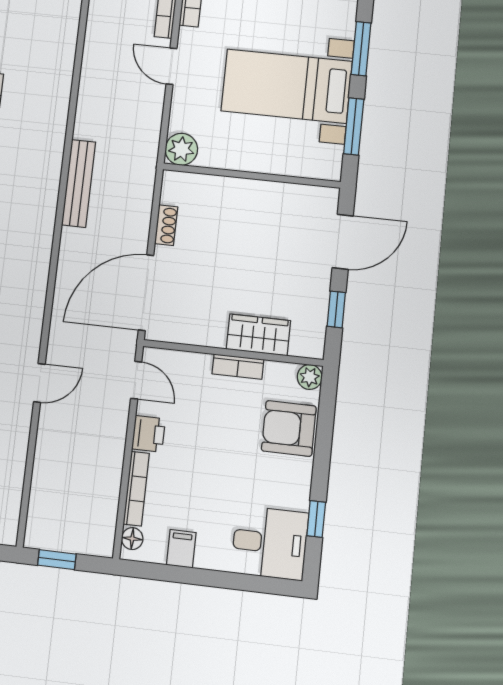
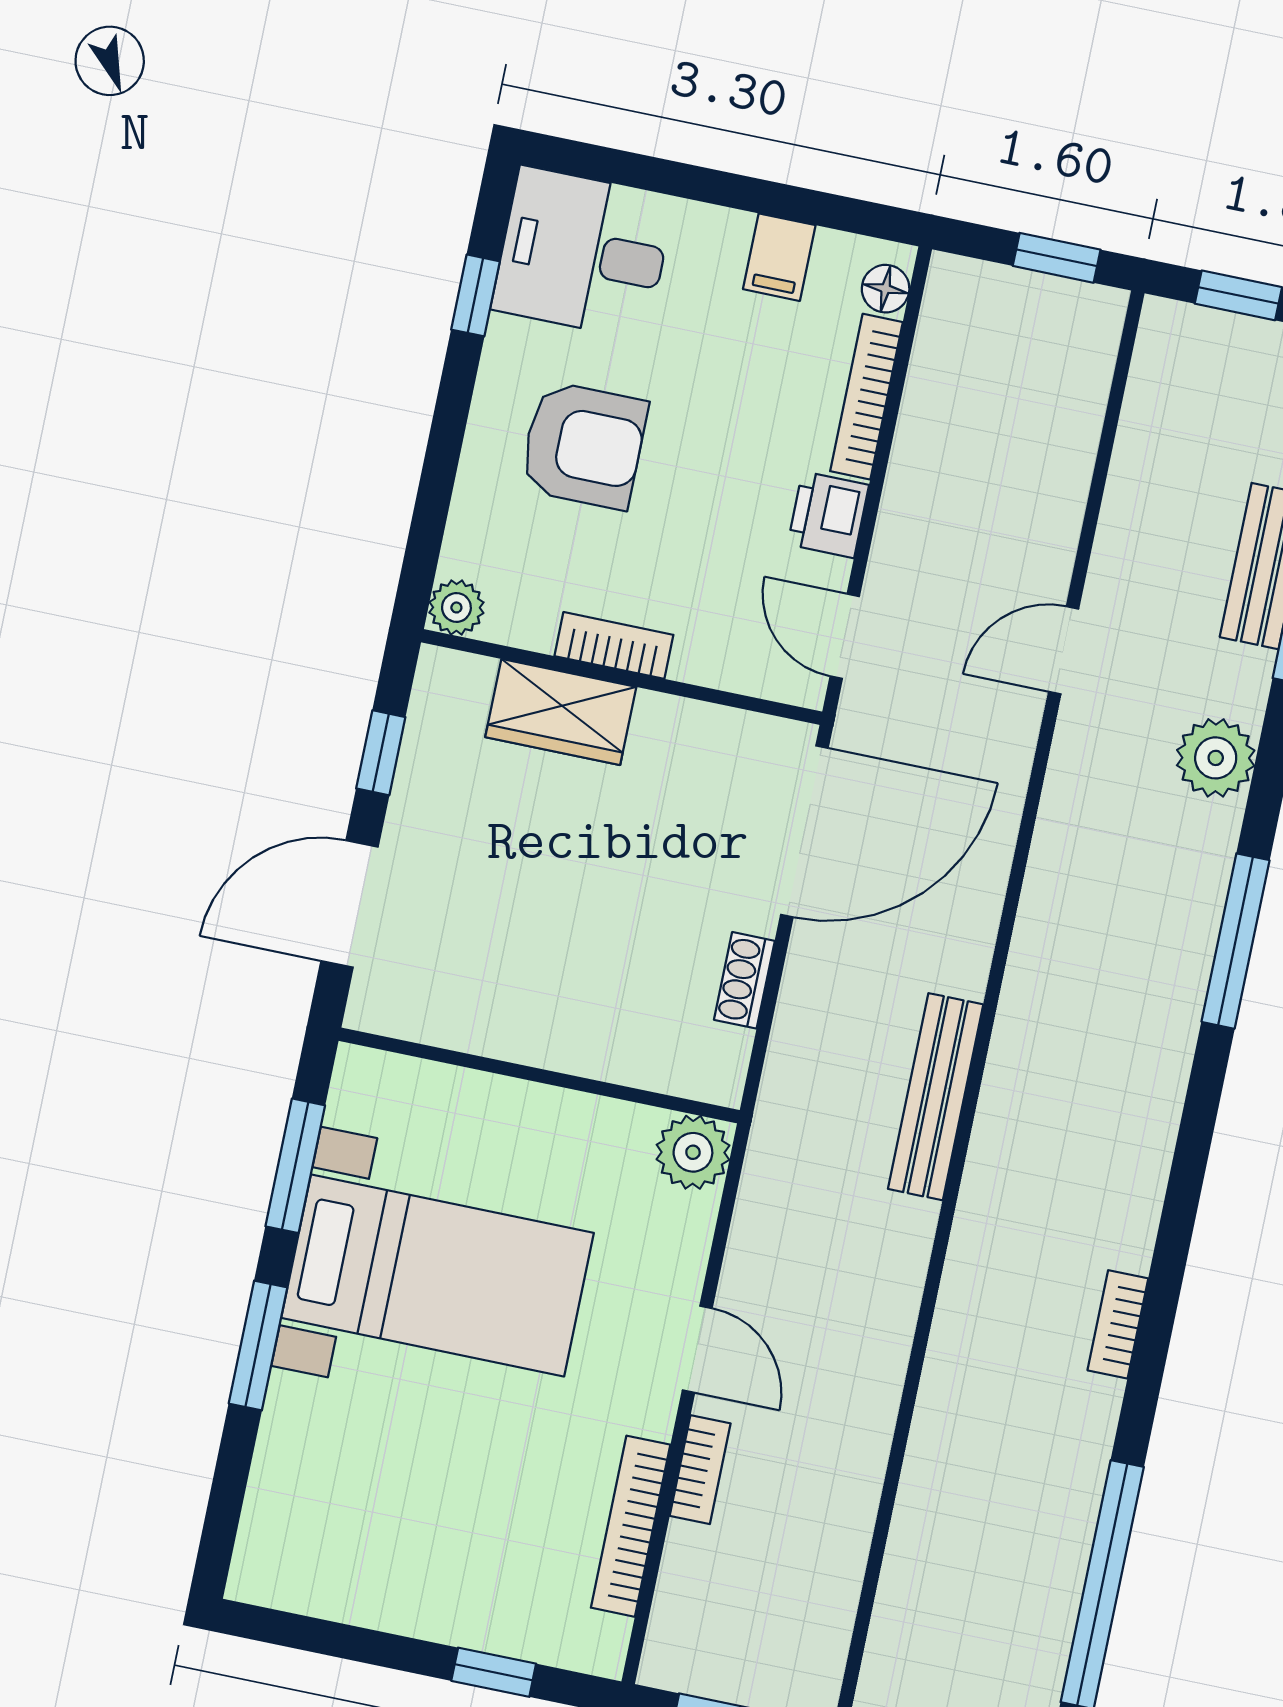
armchair: (289, 428) -> (584, 445), moved

